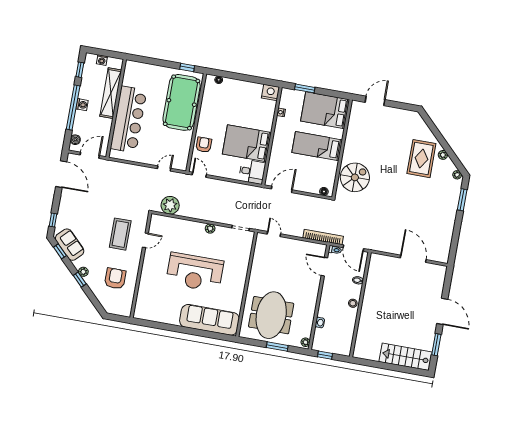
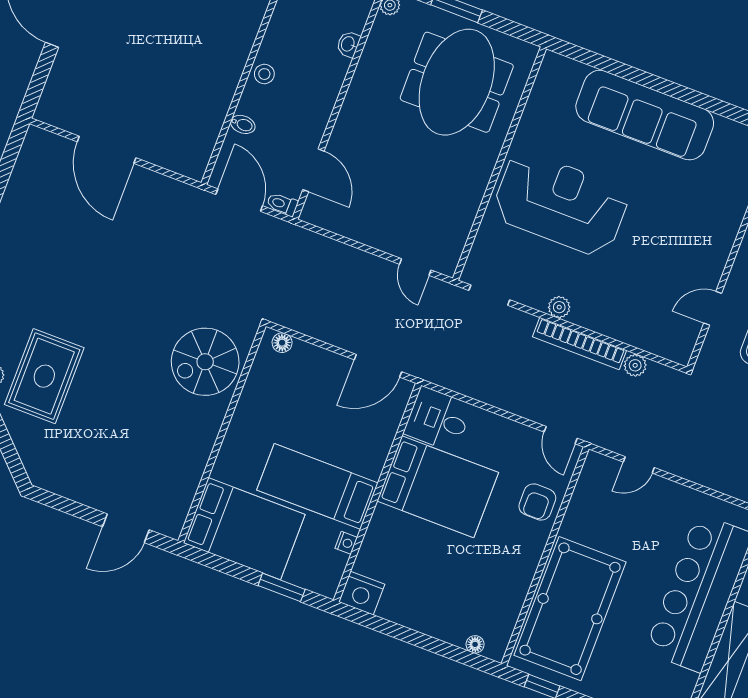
bed: (317, 146) -> (317, 486), moved, turned 180
plant: (170, 205) -> (635, 365), width x0.53, depth x0.53
bookcase: (323, 237) -> (580, 344), moved
reception desk: (195, 272) -> (561, 204), moved
sofa: (209, 320) -> (645, 115), moved

